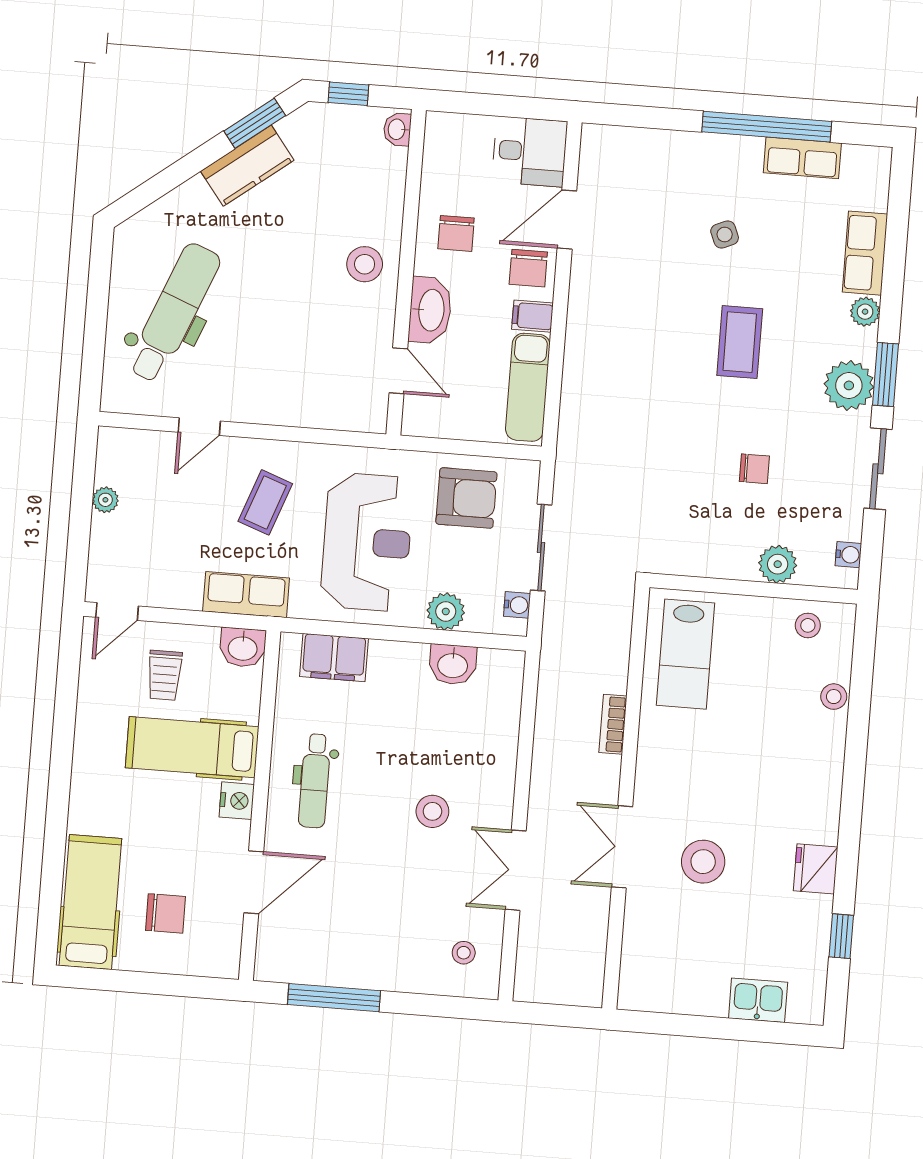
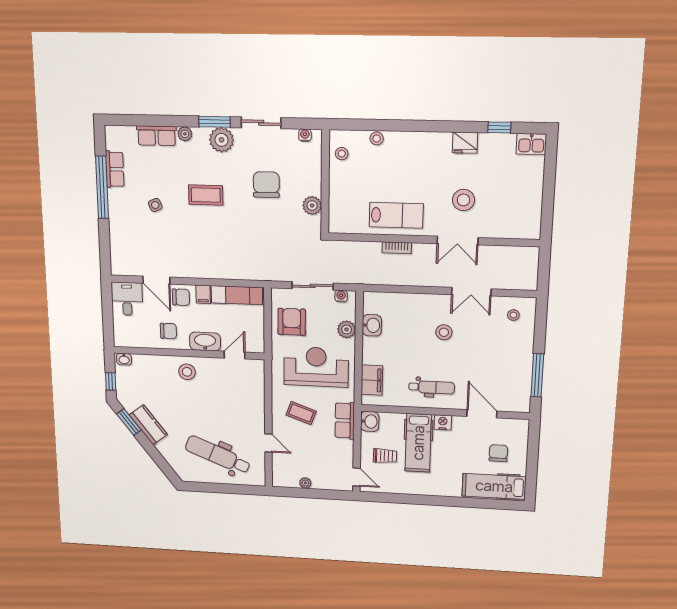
chair: (754, 469) -> (266, 185), width x1.87, depth x1.87
plant: (778, 564) -> (312, 206), moved
lab bench: (686, 654) -> (396, 215), moved
kitchen sink: (758, 1000) -> (531, 144), moved, turned -90

